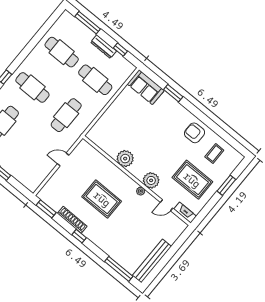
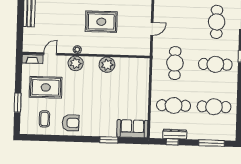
dresser: (104, 47) -> (175, 134), moved

